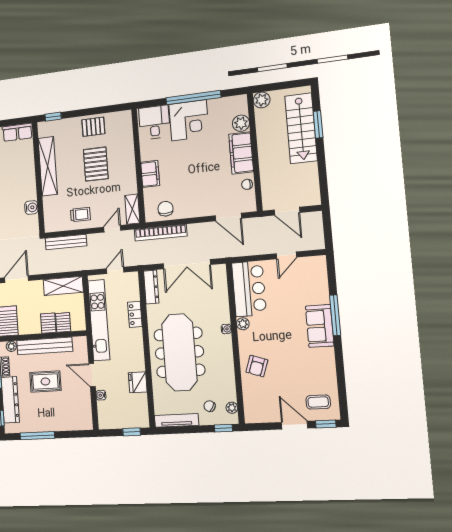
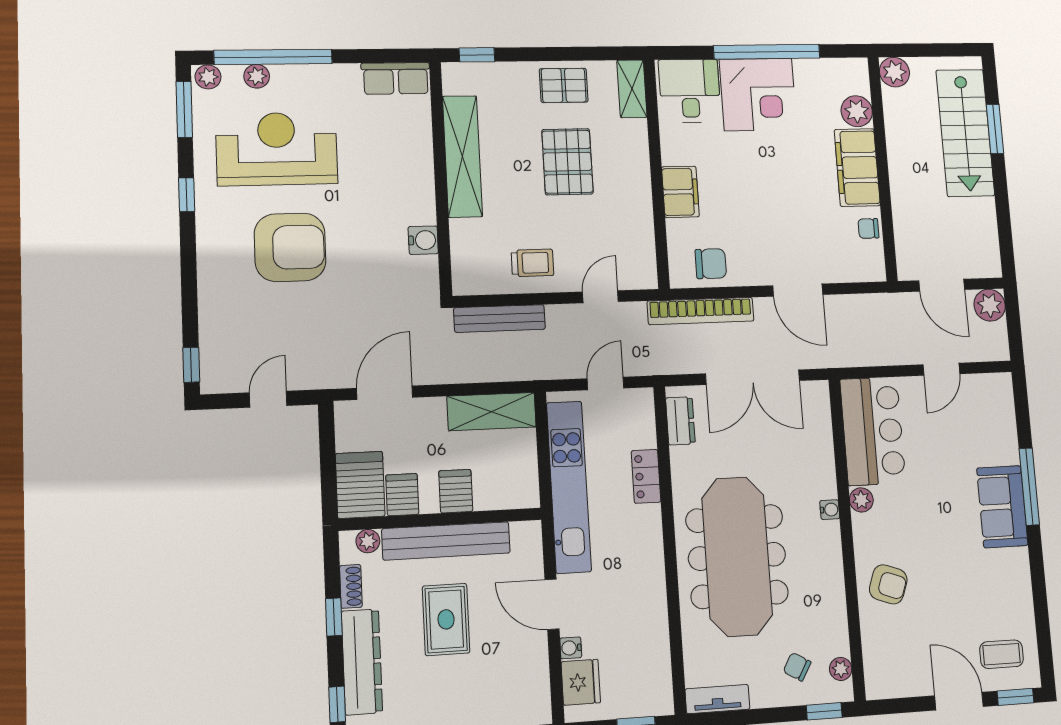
shelving: (132, 209) -> (632, 89), moved
chair: (165, 209) -> (711, 264), turned 90
door: (228, 217) -> (798, 290), moved
plant: (314, 220) -> (990, 305), added
dresser: (151, 287) -> (680, 421), width x0.70
server rack: (63, 322) -> (402, 495), moved
armchair: (257, 366) -> (888, 584), turned -89
rug: (45, 381) -> (446, 619), turned 90
fridge: (138, 382) -> (581, 682), moved, turned 180
tv unit: (176, 420) -> (717, 699), width x0.71

